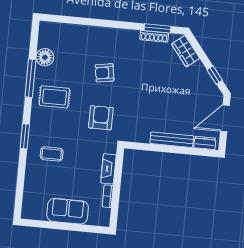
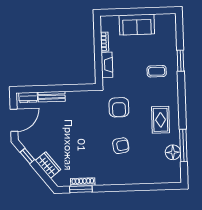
wardrobe: (186, 51) -> (48, 165), moved
window: (30, 78) -> (183, 146), moved
rug: (54, 97) -> (161, 120), turned 90
window: (25, 136) -> (180, 61), moved
bench: (172, 140) -> (52, 97), width x0.73

